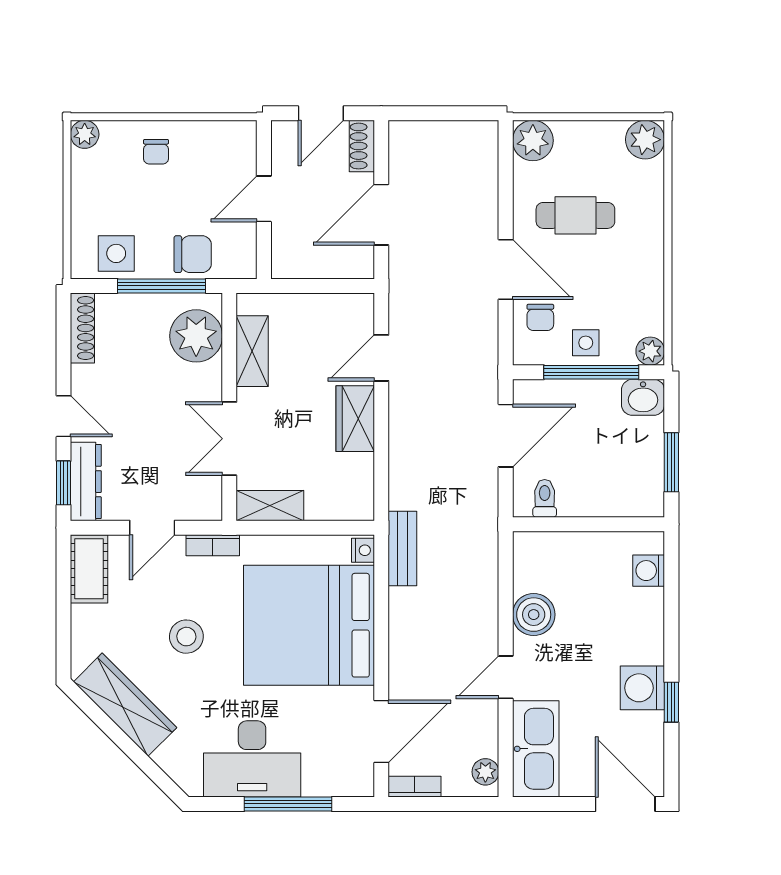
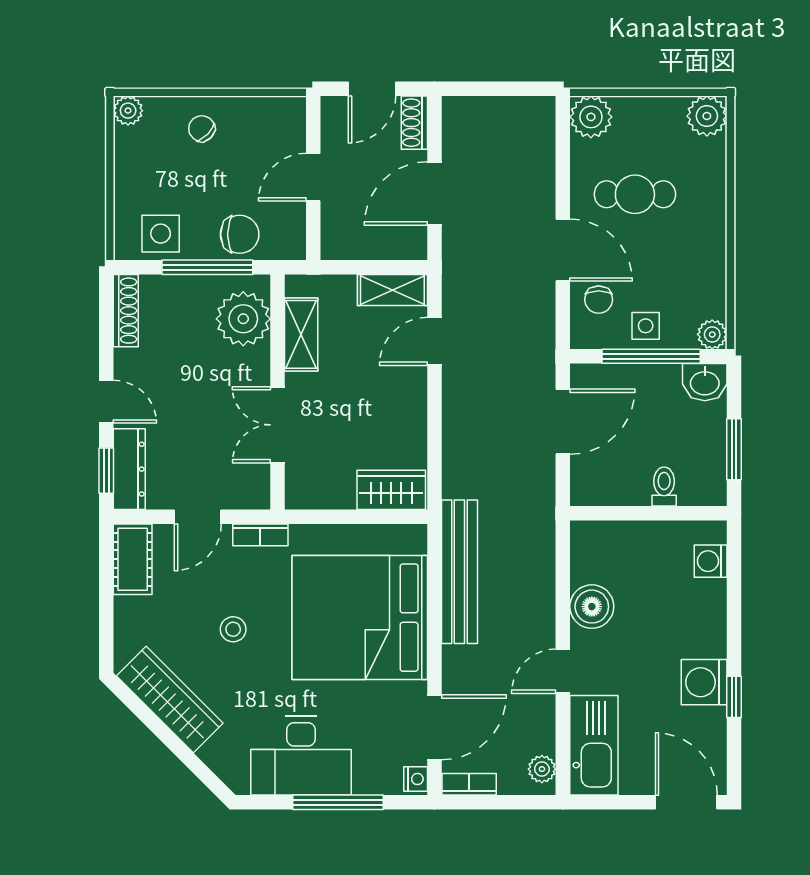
chair: (156, 152) -> (202, 129), turned 135
wardrobe: (355, 419) -> (391, 490), moved, turned 90
toilet: (545, 498) -> (664, 486), moved
shelving: (270, 506) -> (392, 290), moved
bench: (402, 549) -> (459, 572), width x1.86, depth x1.21
nightstand: (363, 550) -> (416, 779), moved
stool: (186, 637) -> (233, 629), width x0.73, depth x0.73

